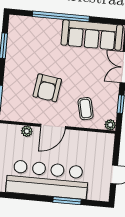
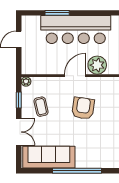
coffee table: (86, 109) -> (41, 107), moved
plant: (27, 131) -> (97, 65), width x1.87, depth x1.87

